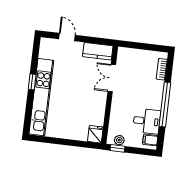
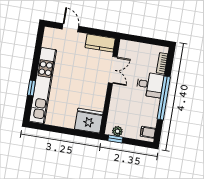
double door: (112, 78) -> (113, 70), swing flipped
window: (32, 82) -> (31, 88), moved
desk: (147, 121) -> (150, 85), moved
fridge: (95, 134) -> (89, 121), width x1.88, depth x1.34

